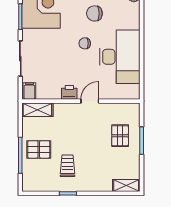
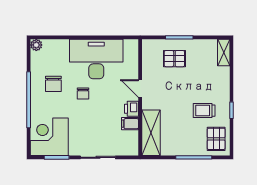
filing cabinet: (29, 91) -> (130, 124), moved
shelving: (37, 110) -> (151, 133), width x1.50, depth x1.33
pallet: (39, 149) -> (216, 139), moved

